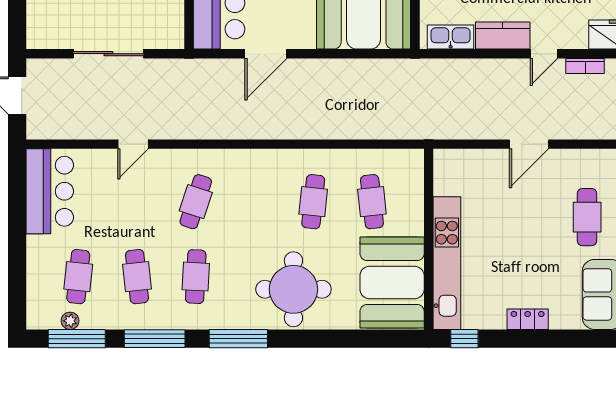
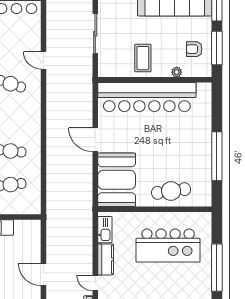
door: (266, 54) -> (95, 140), moved
door: (133, 144) -> (43, 60), moved

